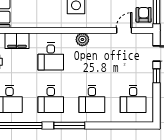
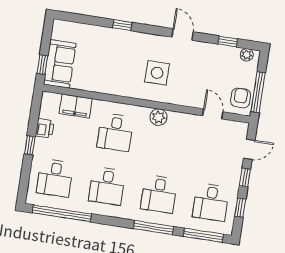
door: (124, 30) -> (213, 114), hinge flipped
window: (157, 100) -> (240, 208), added
window: (69, 126) -> (153, 228), moved
window: (131, 126) -> (203, 235), added

